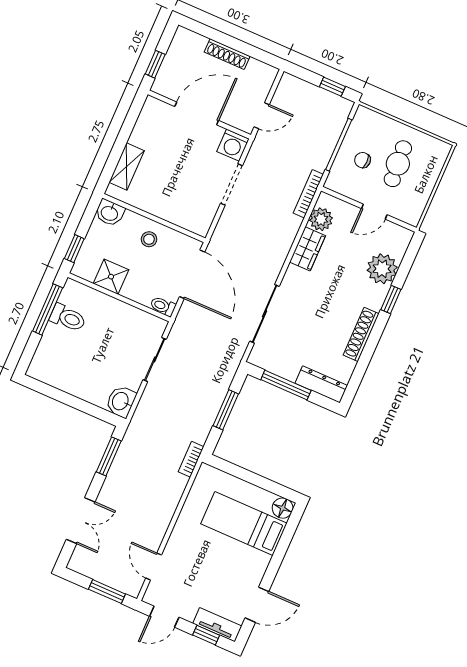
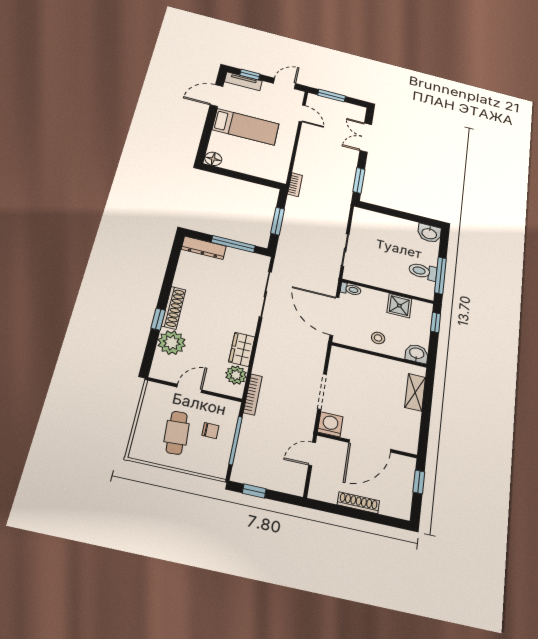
shoe rack: (361, 334) -> (174, 308), moved
washbasin: (121, 401) -> (429, 233), moved, turned 90
bed: (244, 523) -> (246, 127), moved

